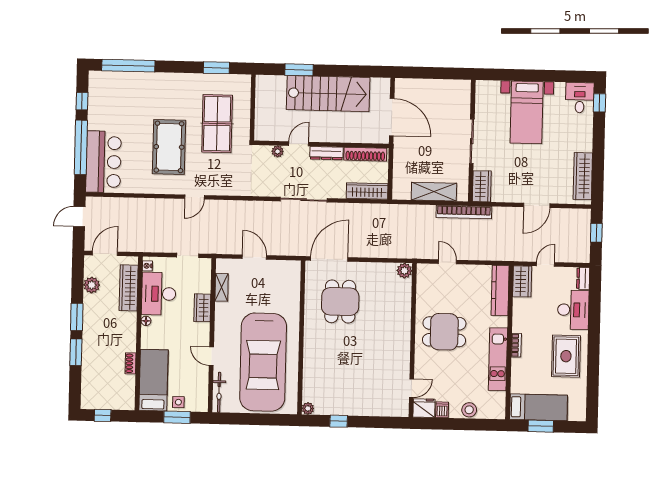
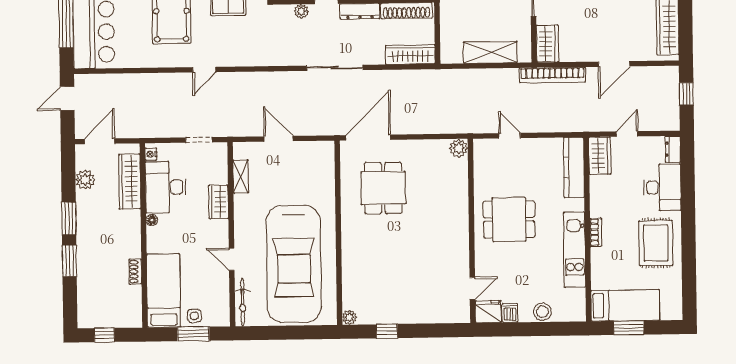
bookcase: (464, 212) -> (552, 75), moved

